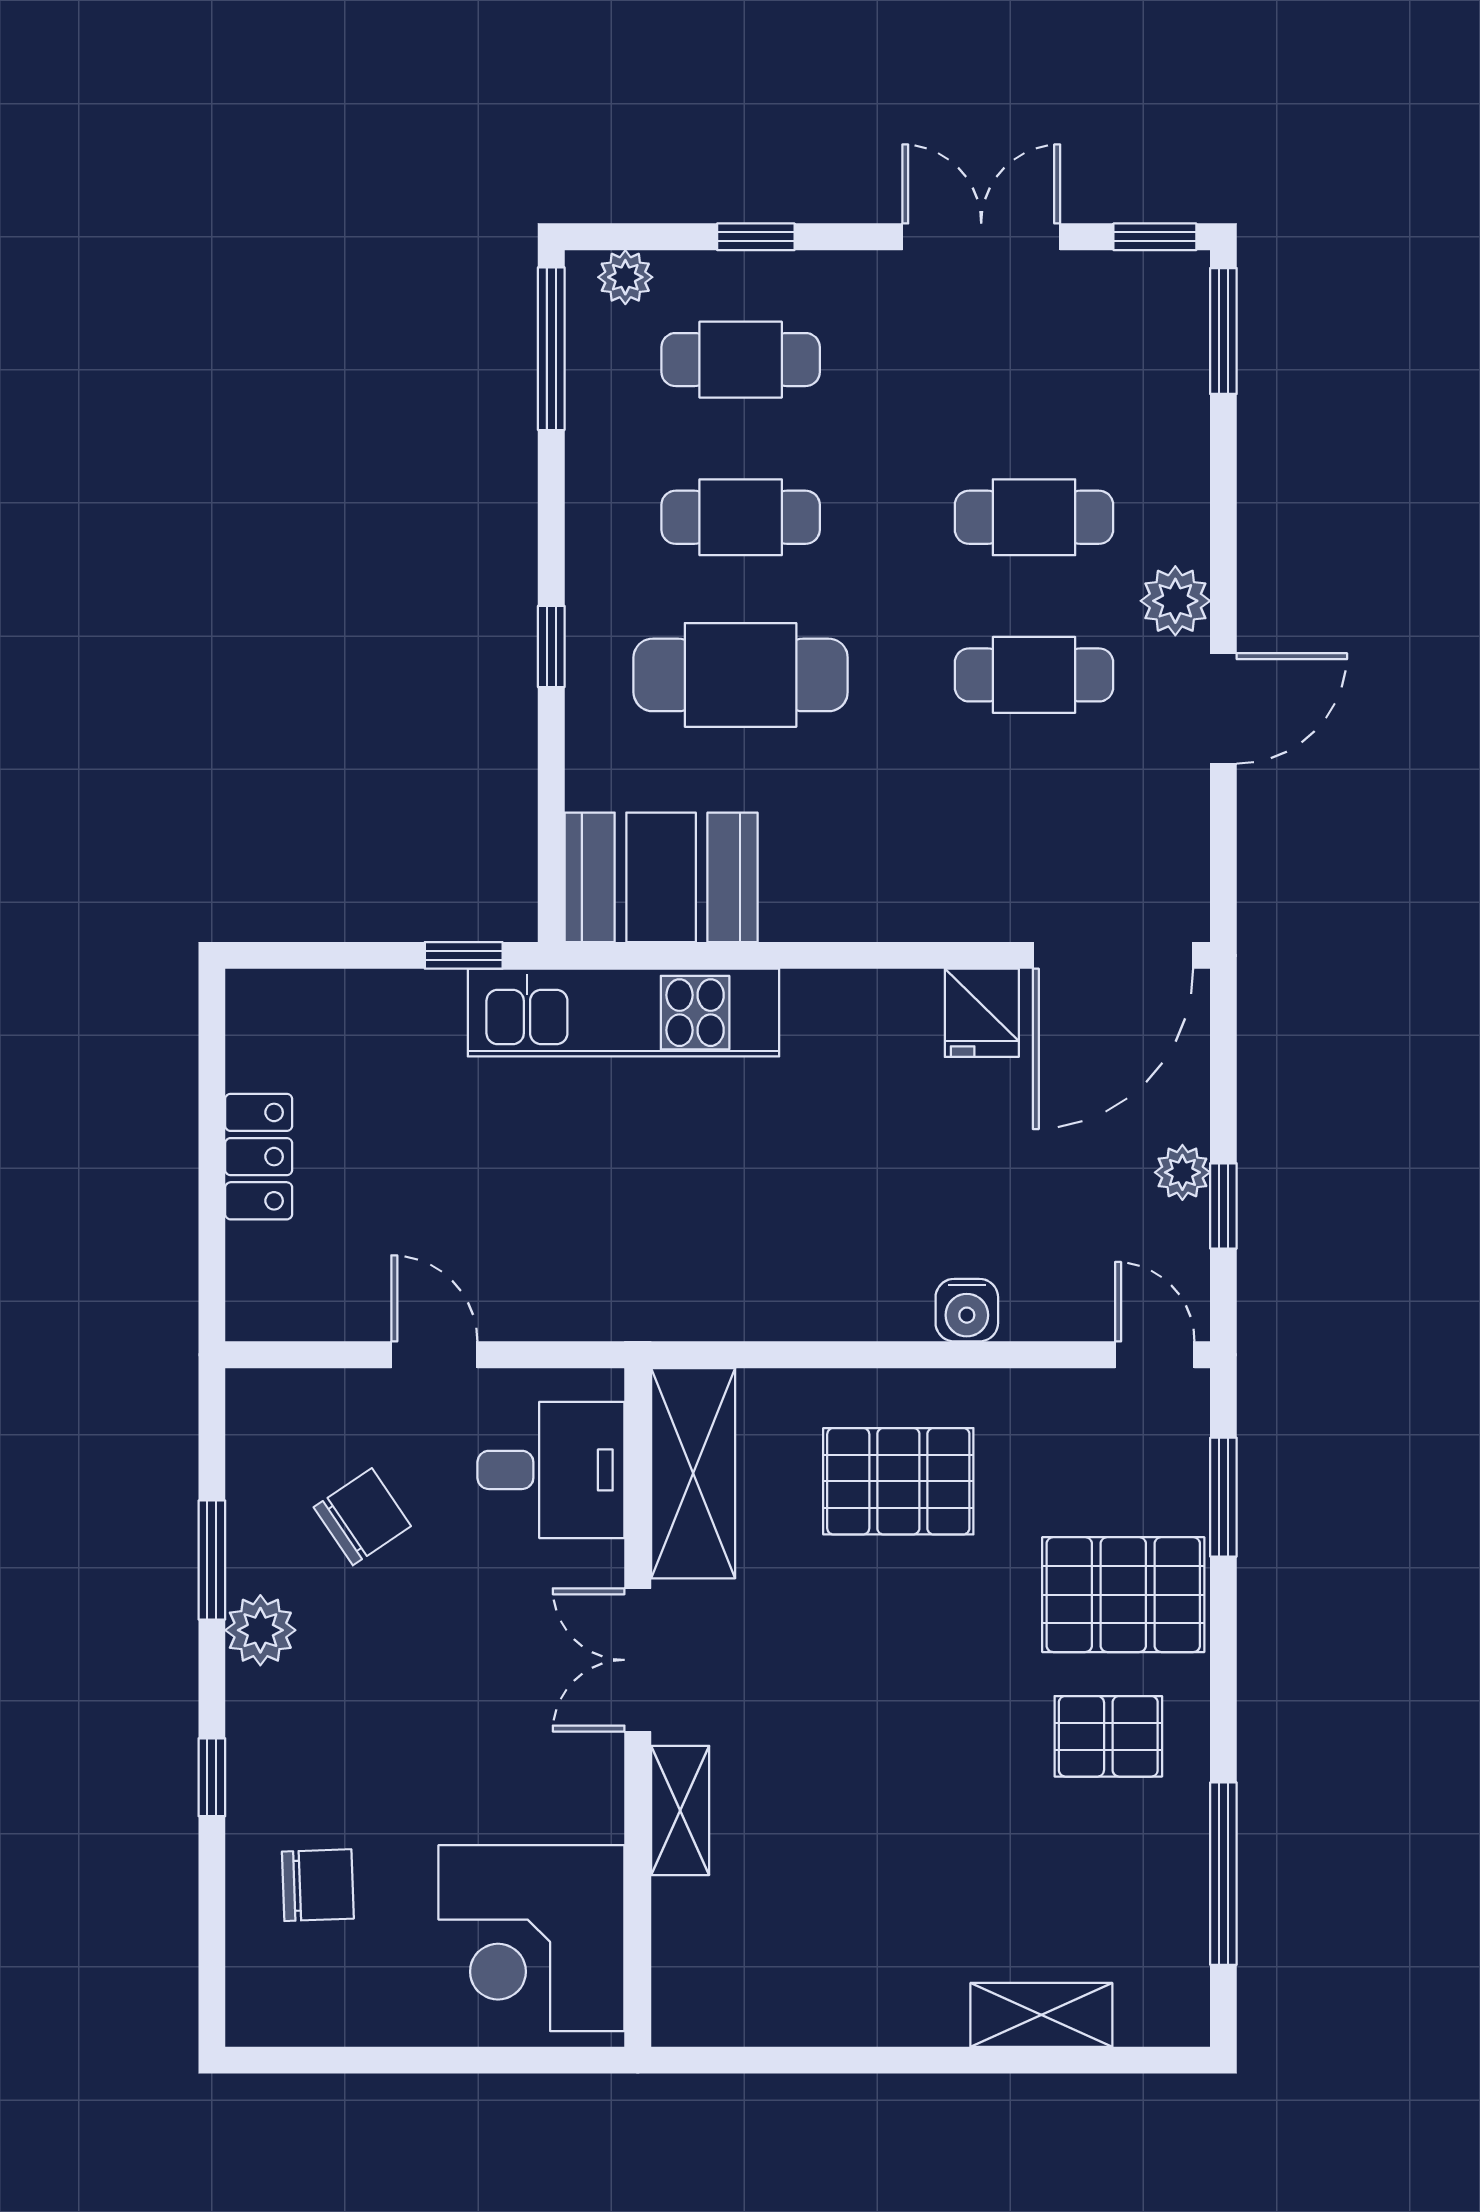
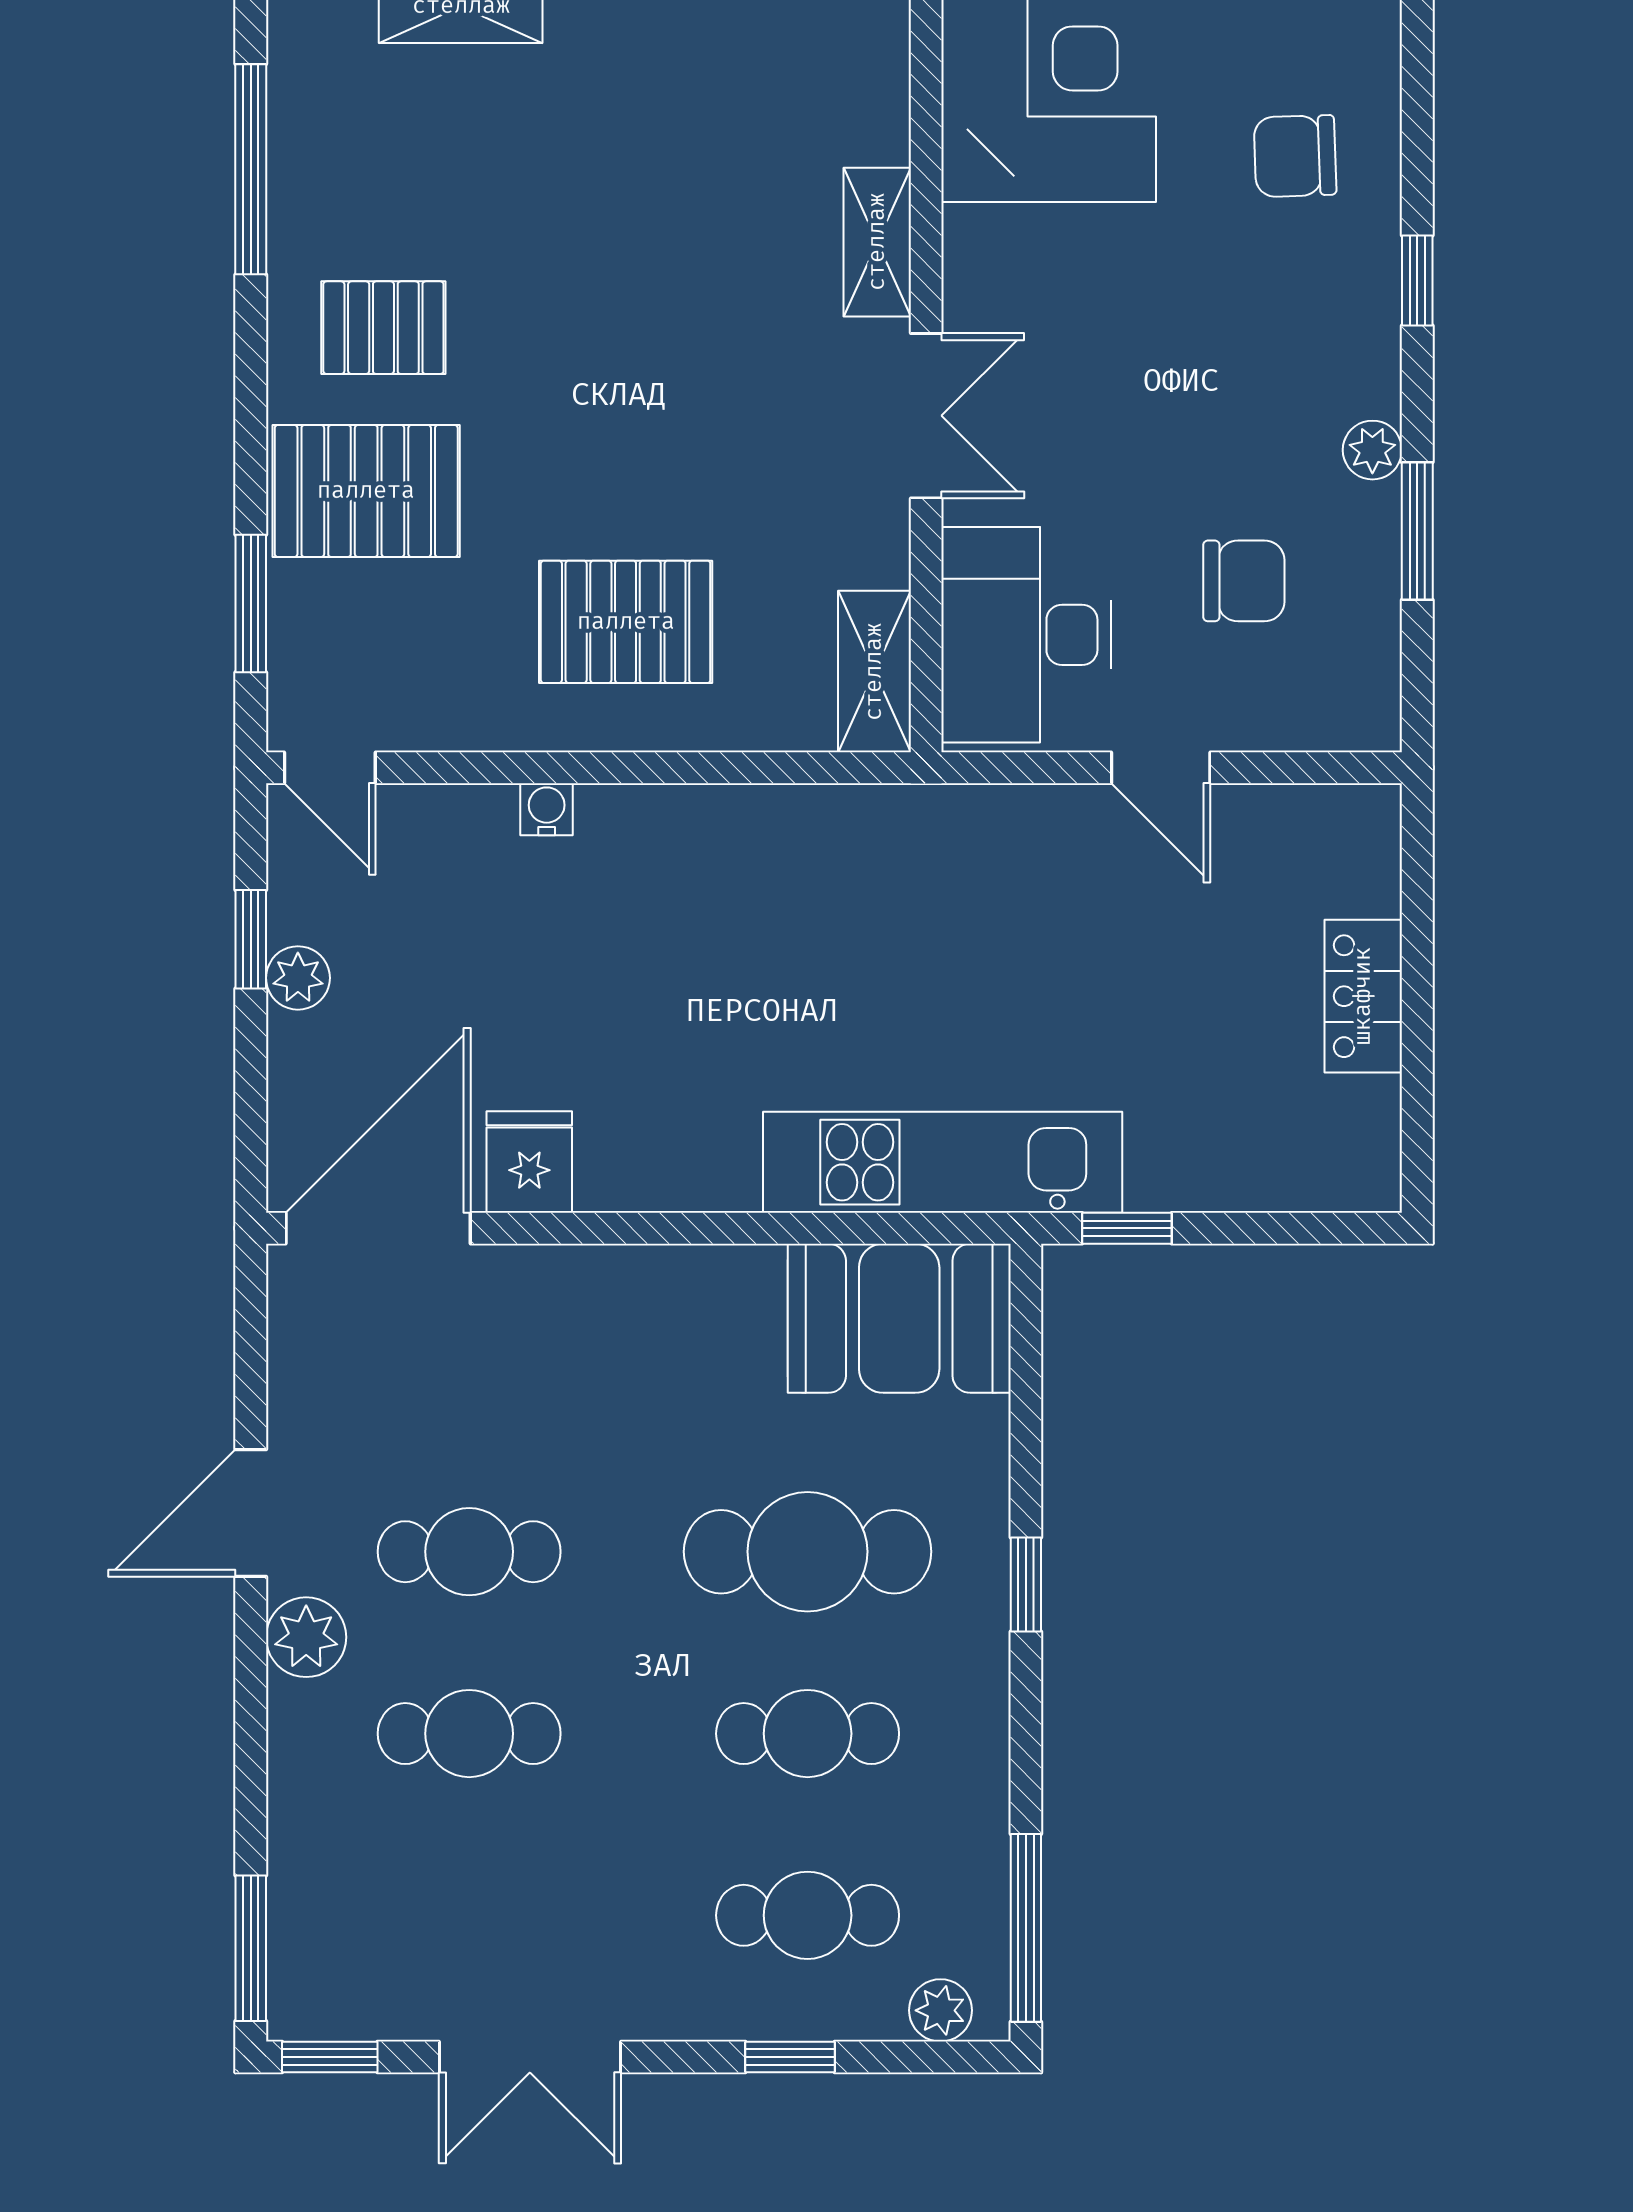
water cooler: (967, 1310) -> (547, 809), width x0.72, depth x0.72
desk: (551, 1470) -> (1026, 635), width x1.37
shelving: (693, 1473) -> (874, 672), width x0.67, depth x0.75
chair: (362, 1517) -> (1244, 581), turned -146
plant: (260, 1630) -> (1372, 450), width x0.73, depth x0.73

